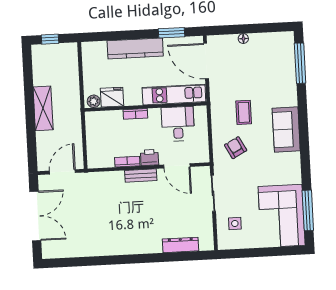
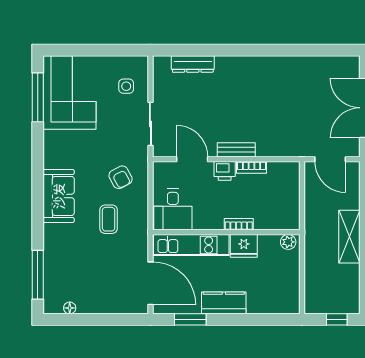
floor lamp: (243, 39) -> (70, 308), moved
kitchen counter: (135, 48) -> (224, 303), width x0.67
fridge: (112, 97) -> (244, 246), moved
desk: (178, 124) -> (173, 209), moved
door: (62, 172) -> (330, 159), hinge flipped

